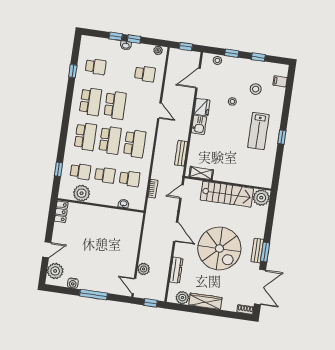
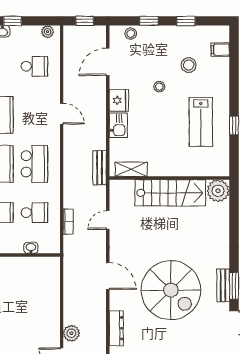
shelving: (201, 173) -> (131, 169), moved
wall: (228, 183) -> (169, 178), moved
stairs: (227, 194) -> (170, 193), moved
plant: (261, 198) -> (218, 191), moved

